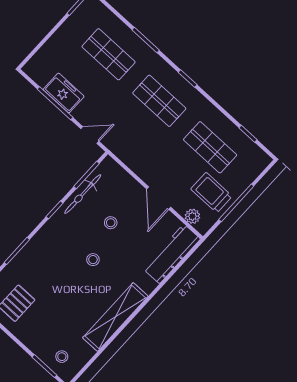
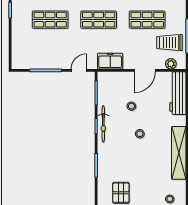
freezer: (64, 93) -> (110, 61), moved
bicycle: (83, 194) -> (103, 124), moved
door: (159, 198) -> (145, 70), hinge flipped

